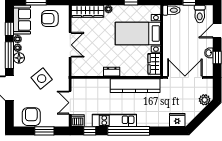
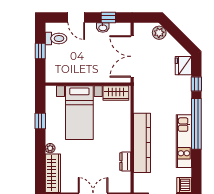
toilet: (171, 10) -> (52, 72), removed
dresser: (112, 72) -> (125, 162), moved
kitchen counter: (135, 86) -> (142, 143), moved
window: (90, 131) -> (196, 84), moved

